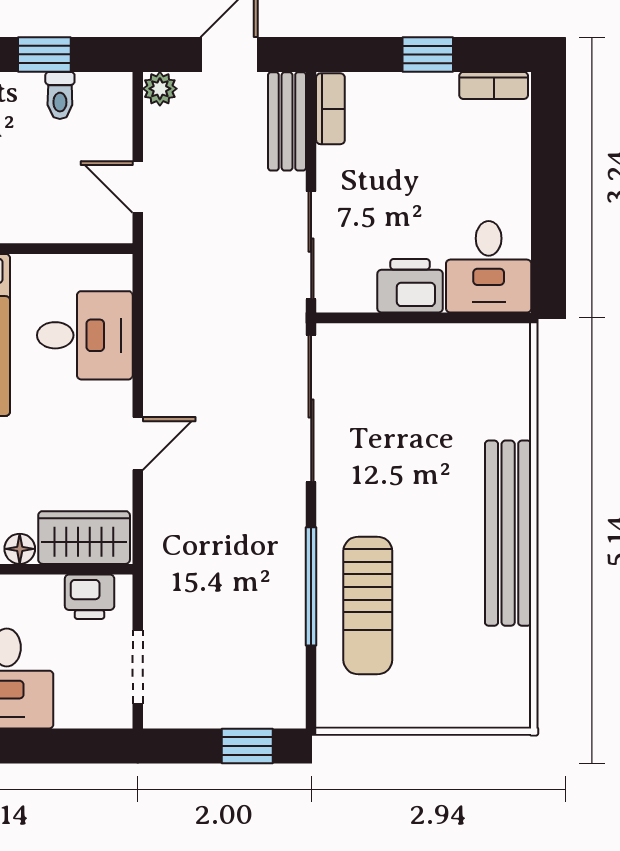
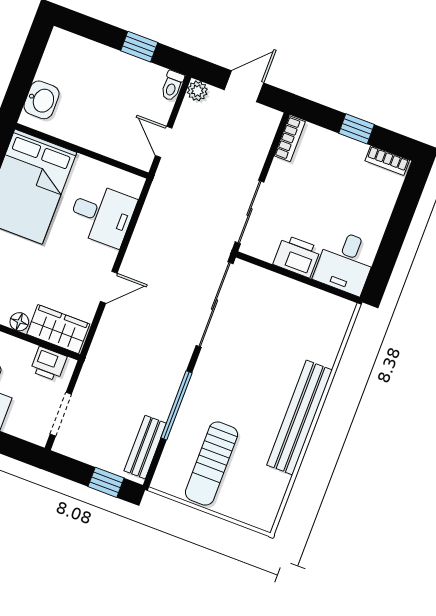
toilet: (60, 95) -> (172, 86), moved
bench: (287, 121) -> (145, 447), moved
sun lounger: (368, 606) -> (211, 464), moved

